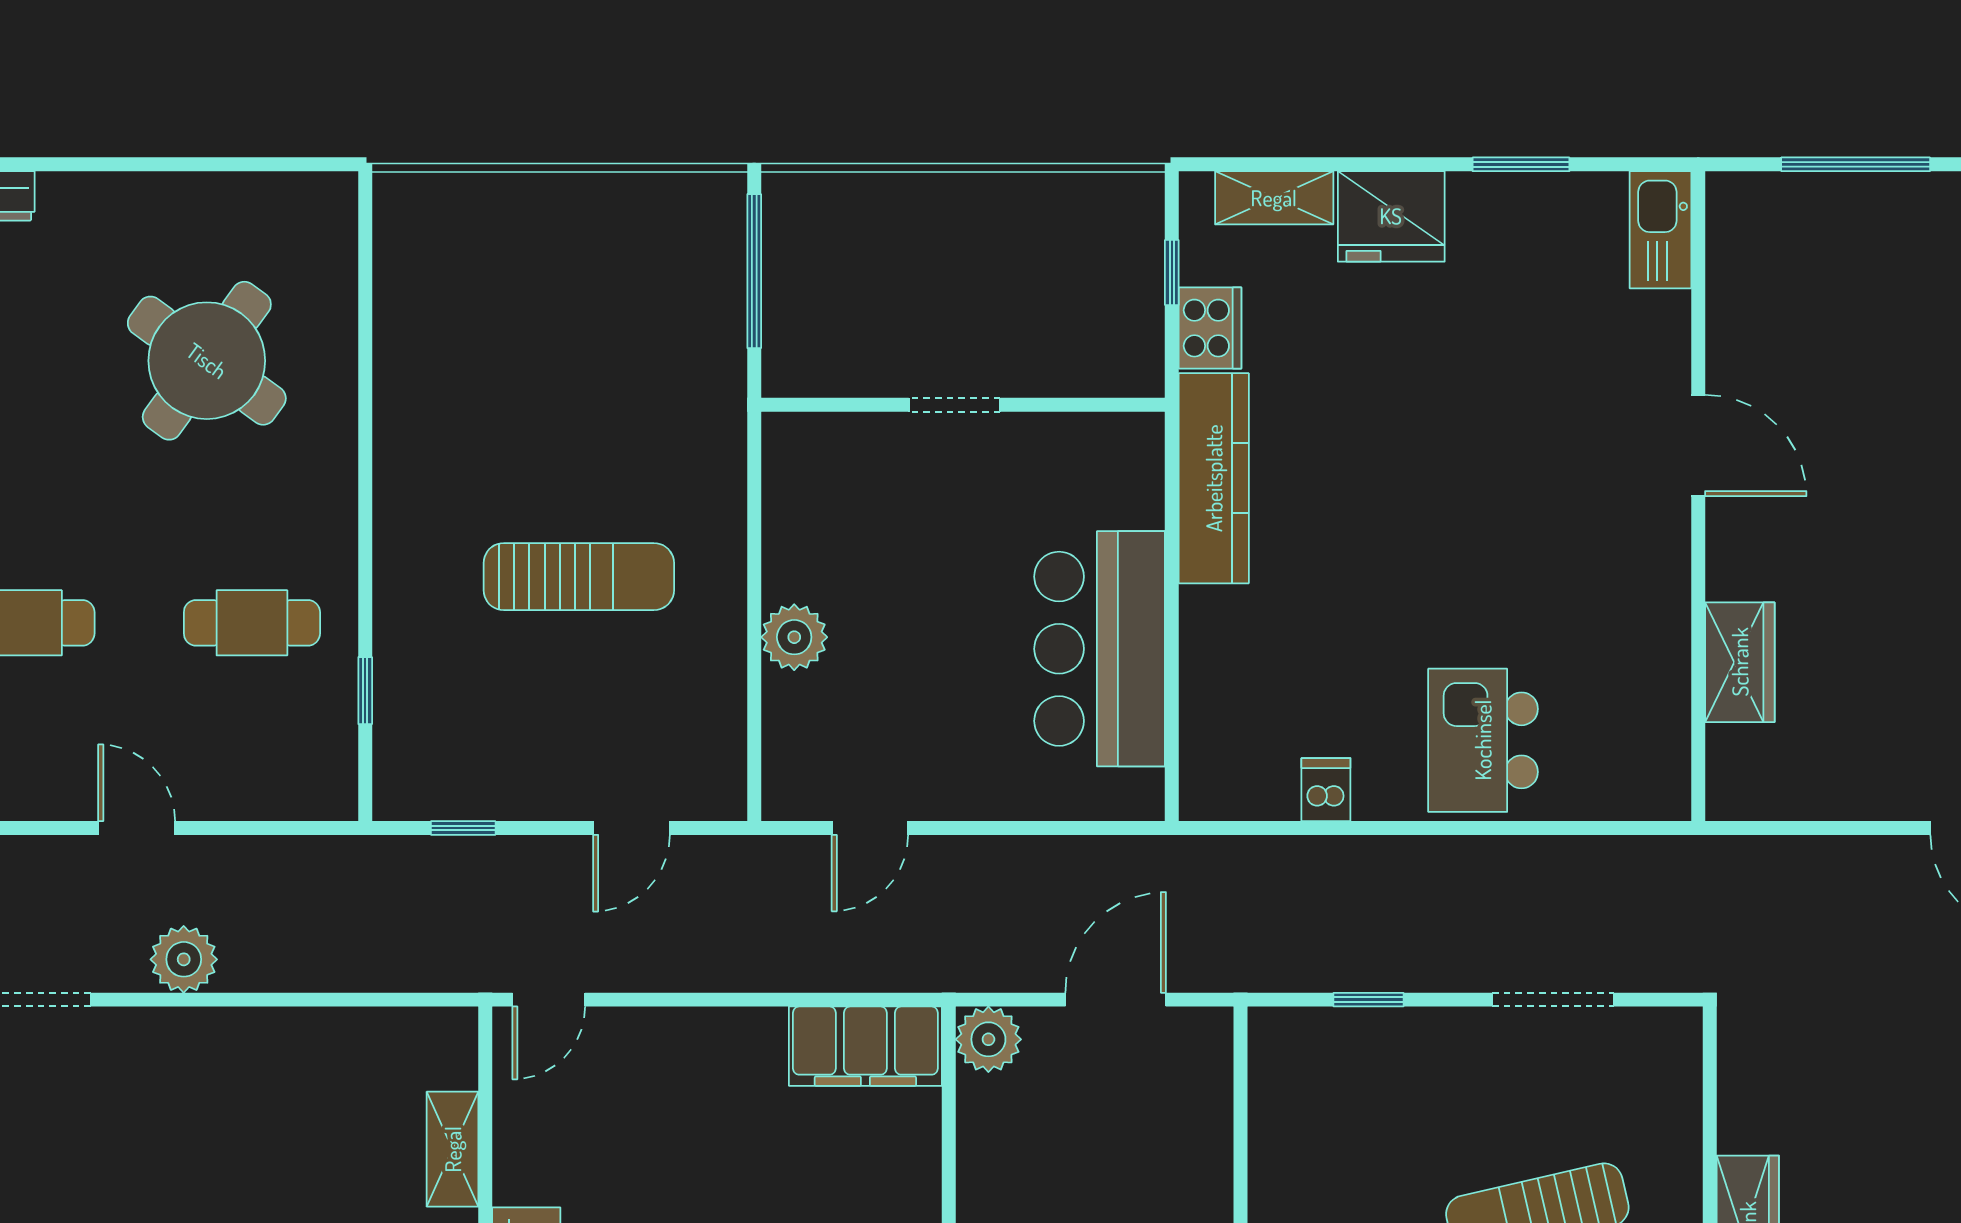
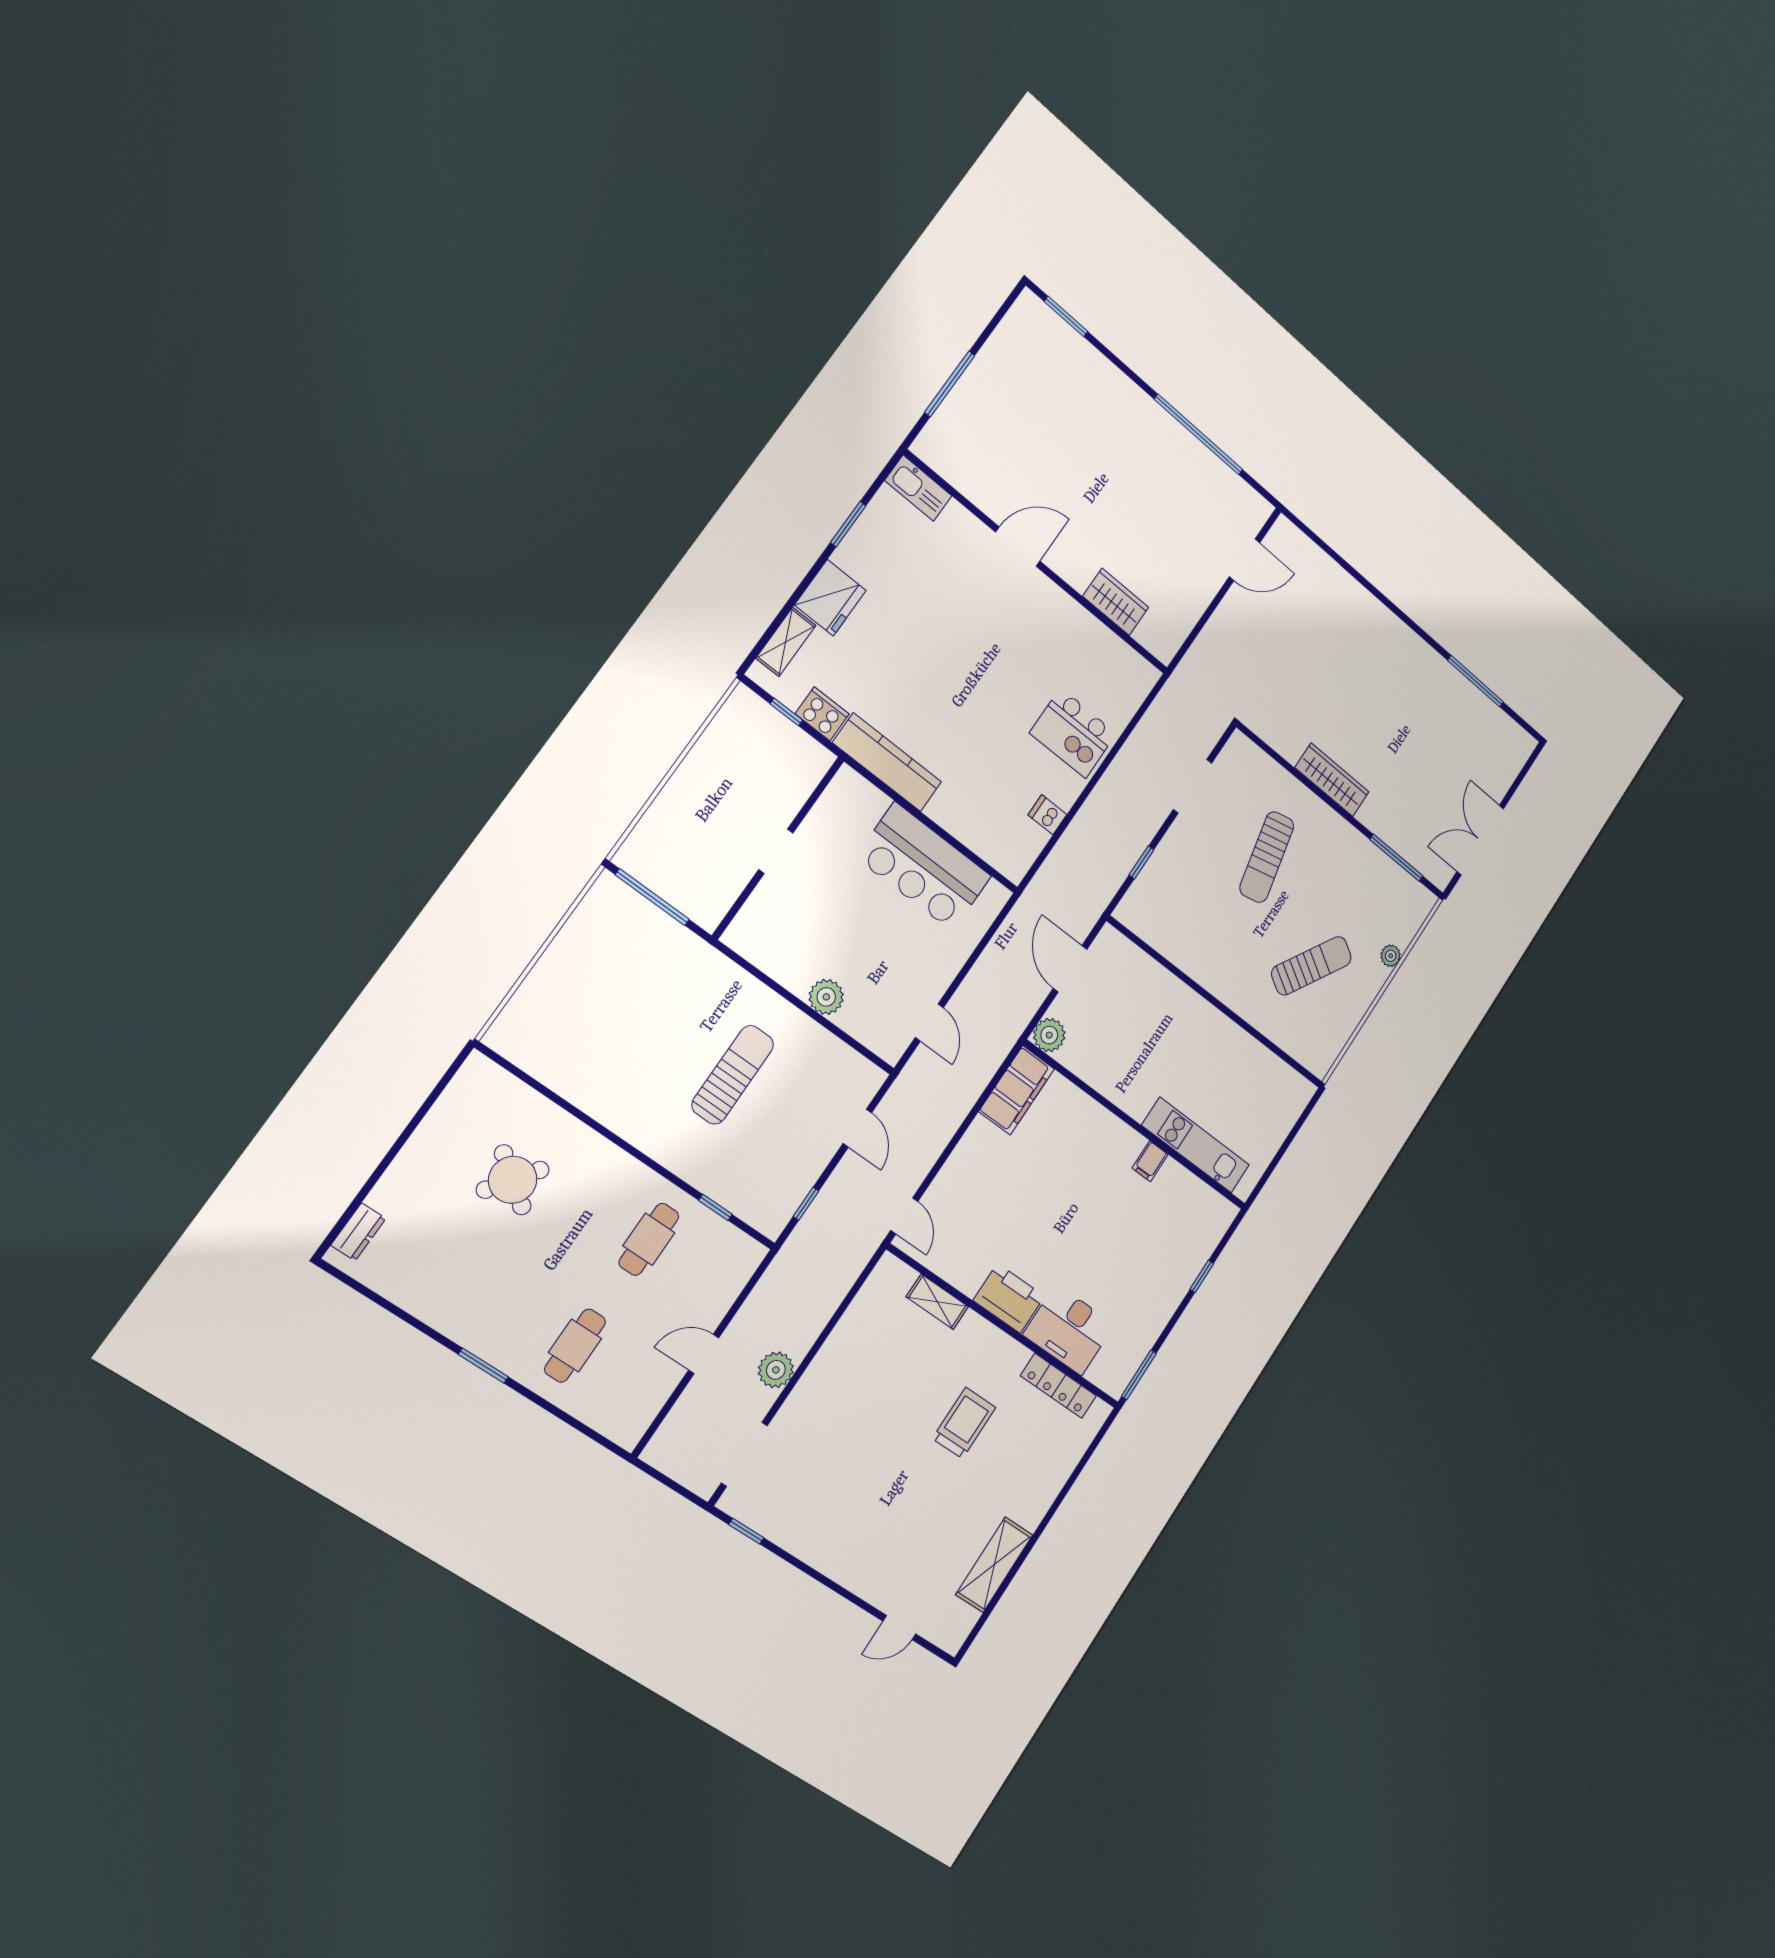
round table: (207, 361) -> (513, 1180), width x0.73, depth x0.73

